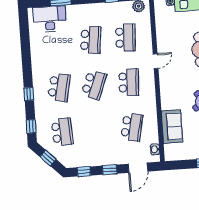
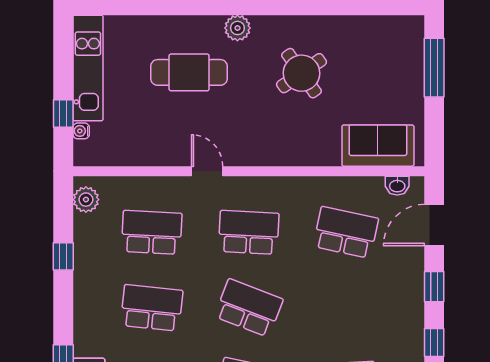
sofa: (172, 127) -> (378, 146), moved
door: (138, 168) -> (434, 225), swing flipped

